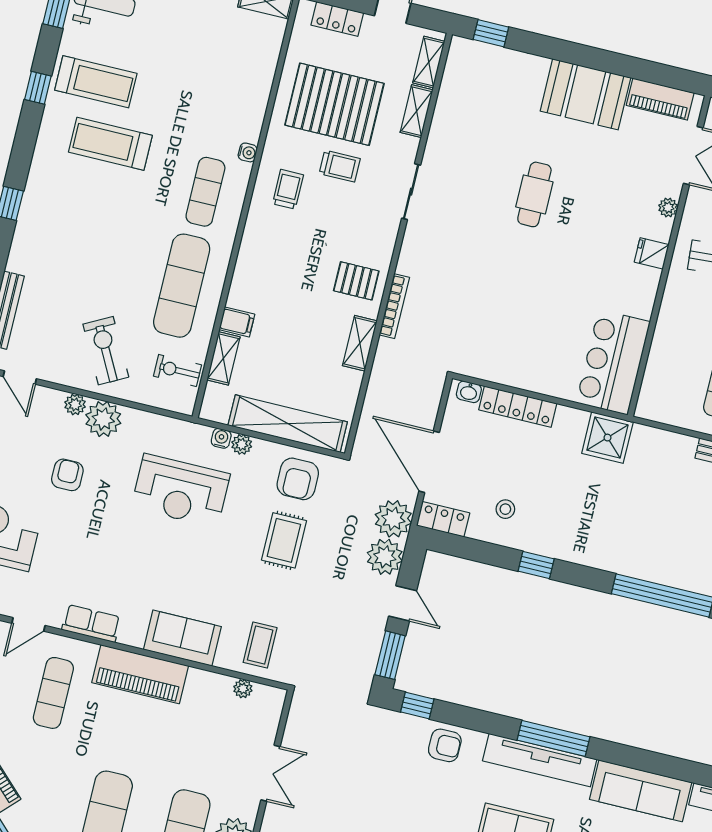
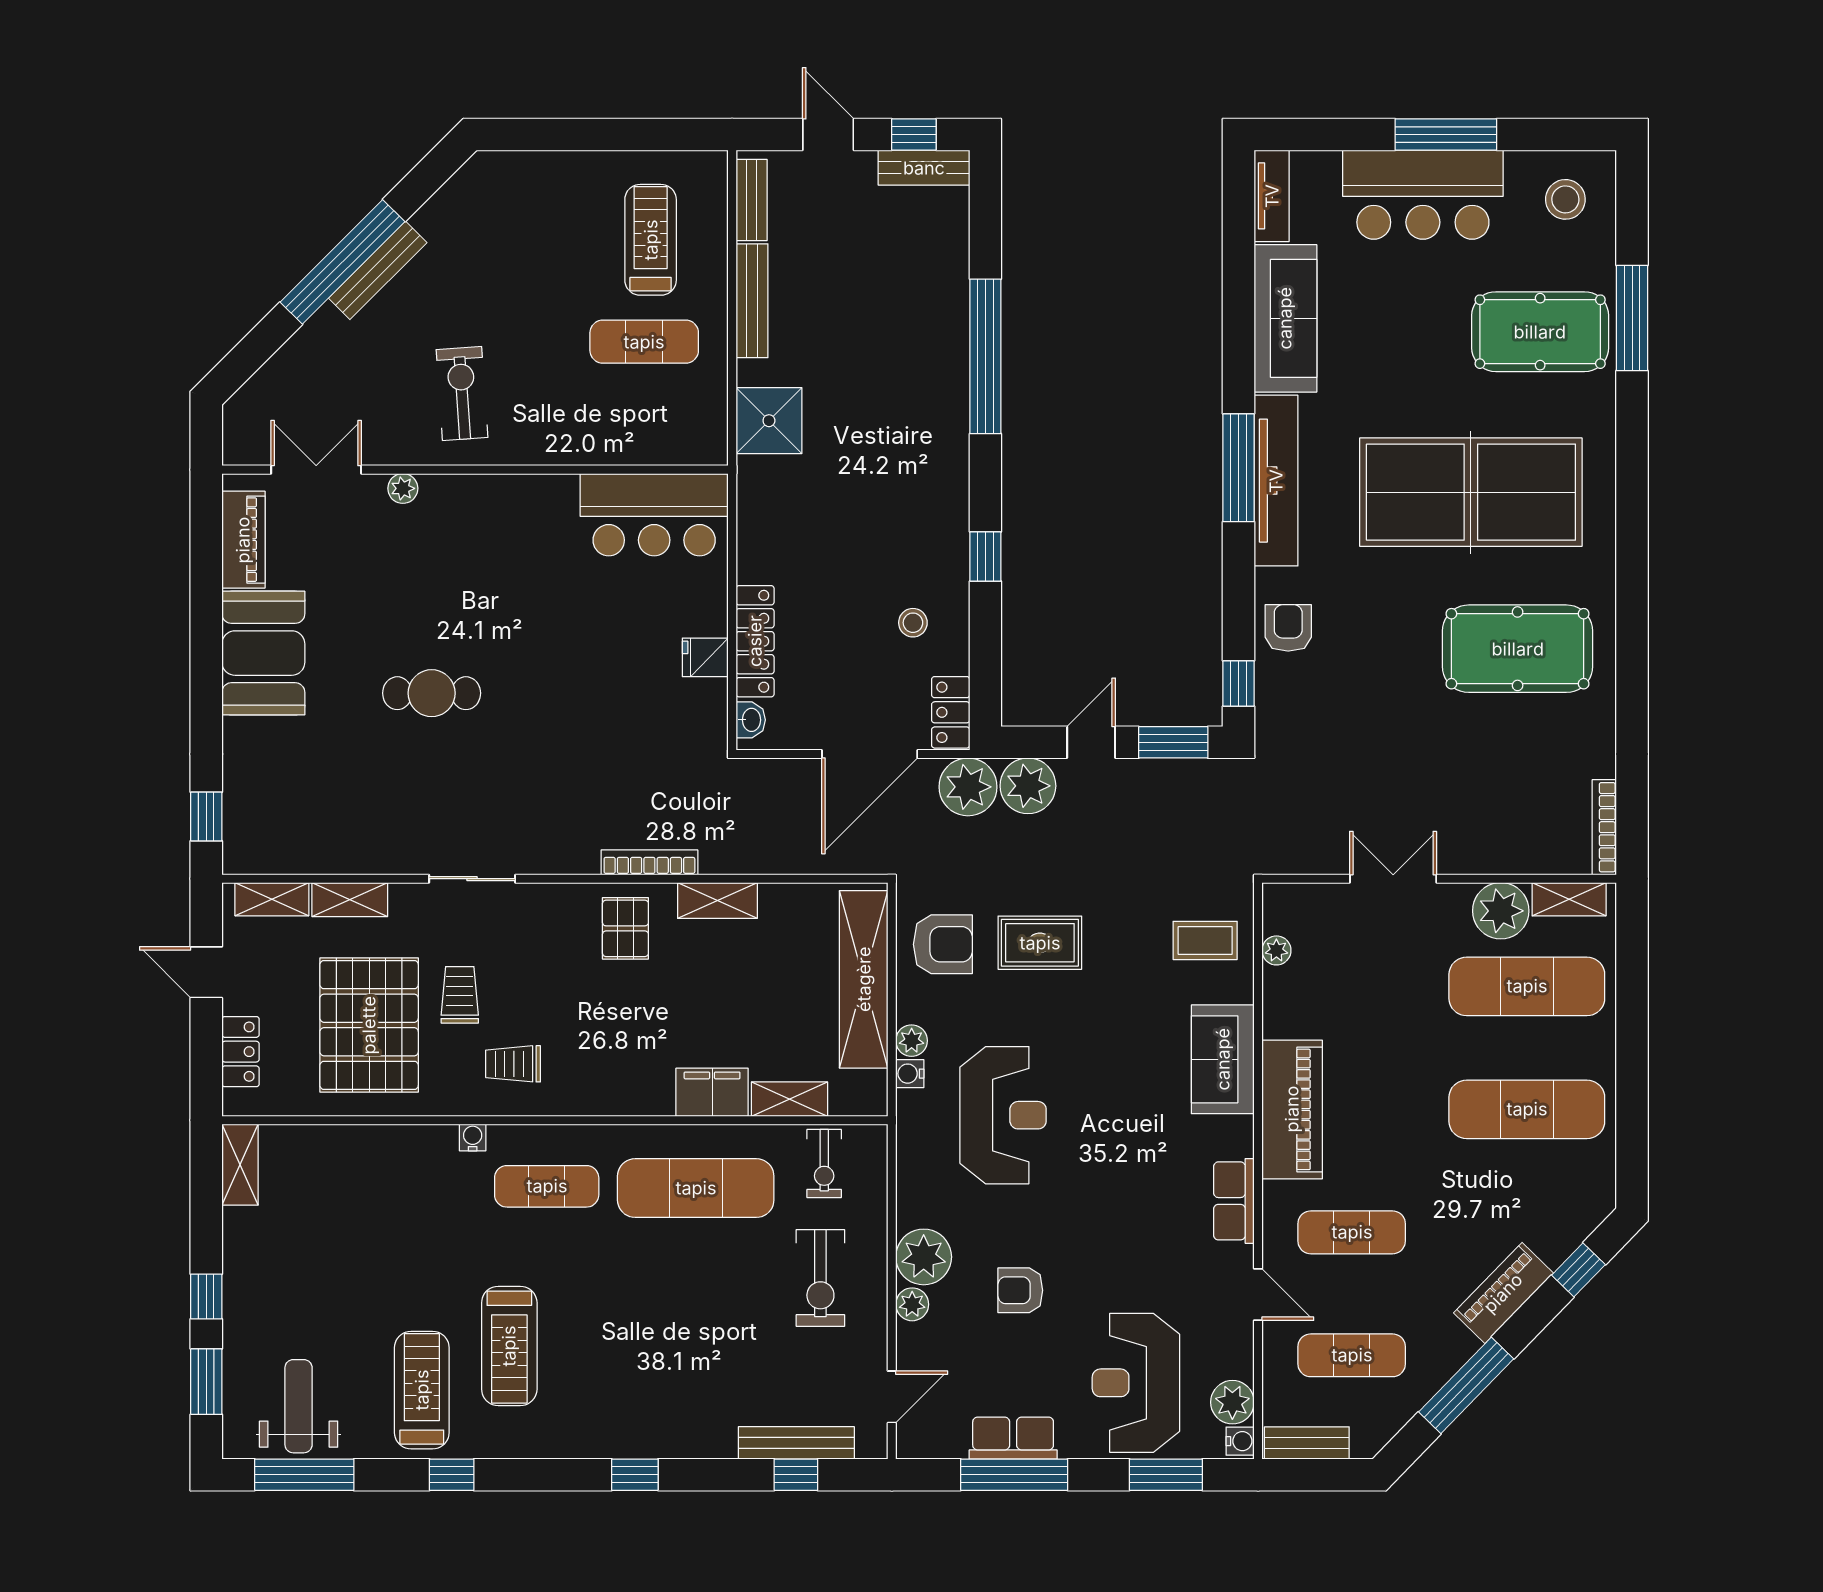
fridge: (652, 253) -> (705, 657), moved, turned 90
filing cabinet: (237, 322) -> (712, 1092), width x2.00
exercise bike: (106, 351) -> (820, 1278), turned -62
shower: (607, 438) -> (769, 421), moved

